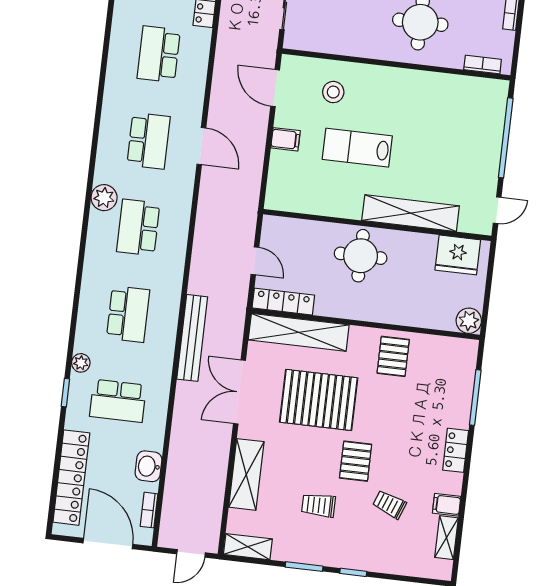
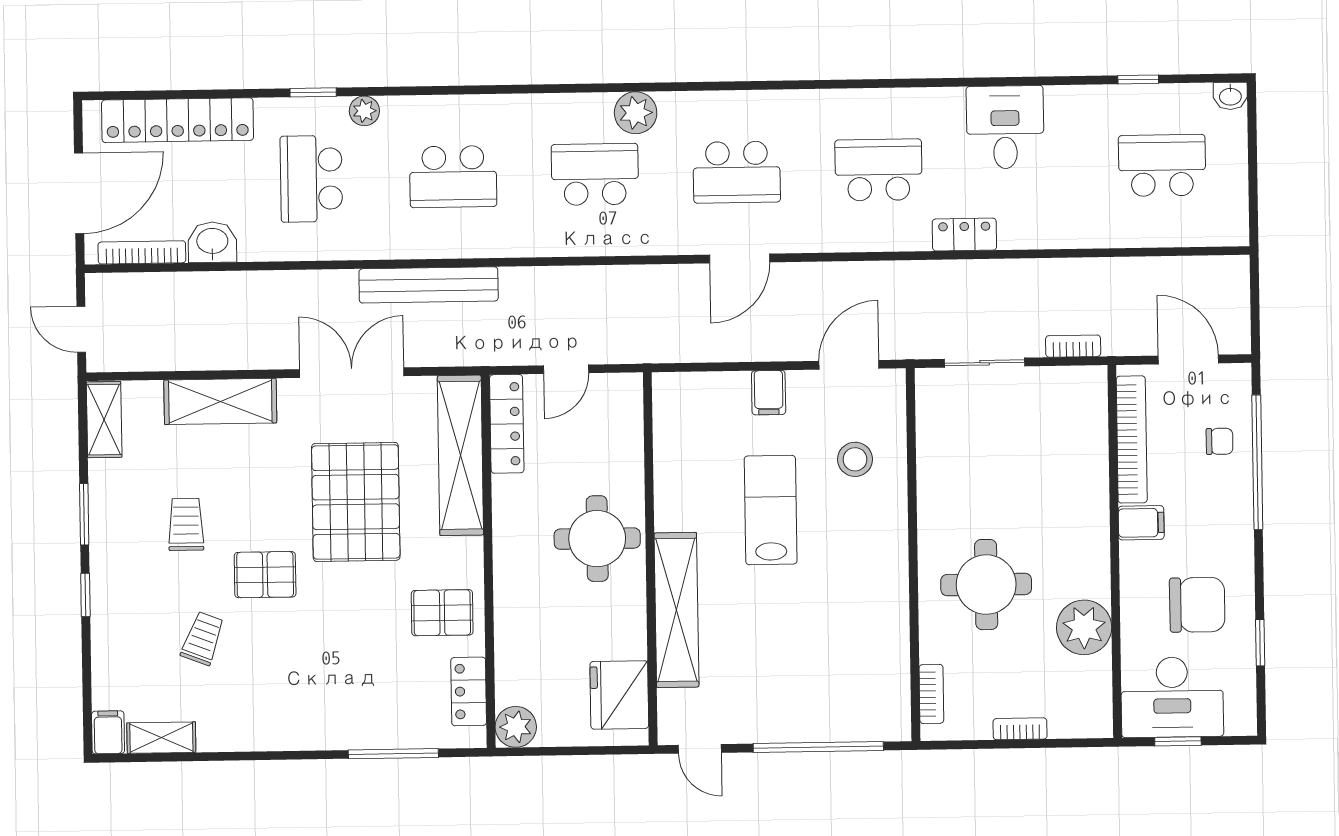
locker: (456, 450) -> (469, 691), moved, turned -90
filing cabinet: (447, 505) -> (108, 732), moved
bookcase: (149, 510) -> (142, 252), width x1.56

